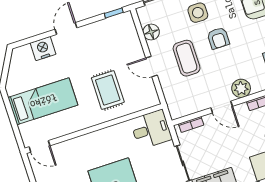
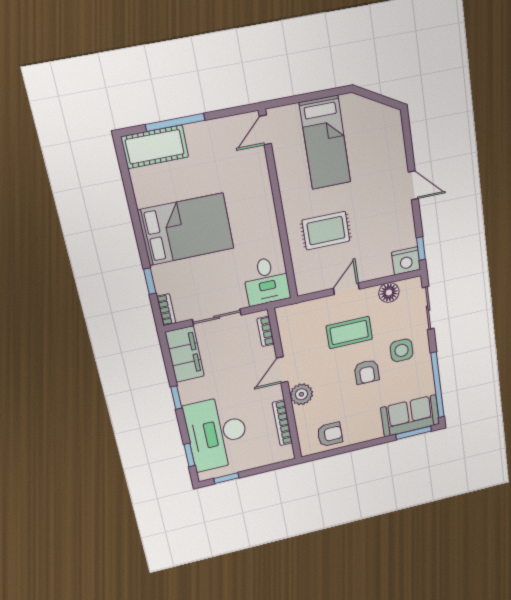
armchair: (218, 38) -> (367, 372), turned -90
nightstand: (43, 49) -> (406, 261), moved, turned 90

